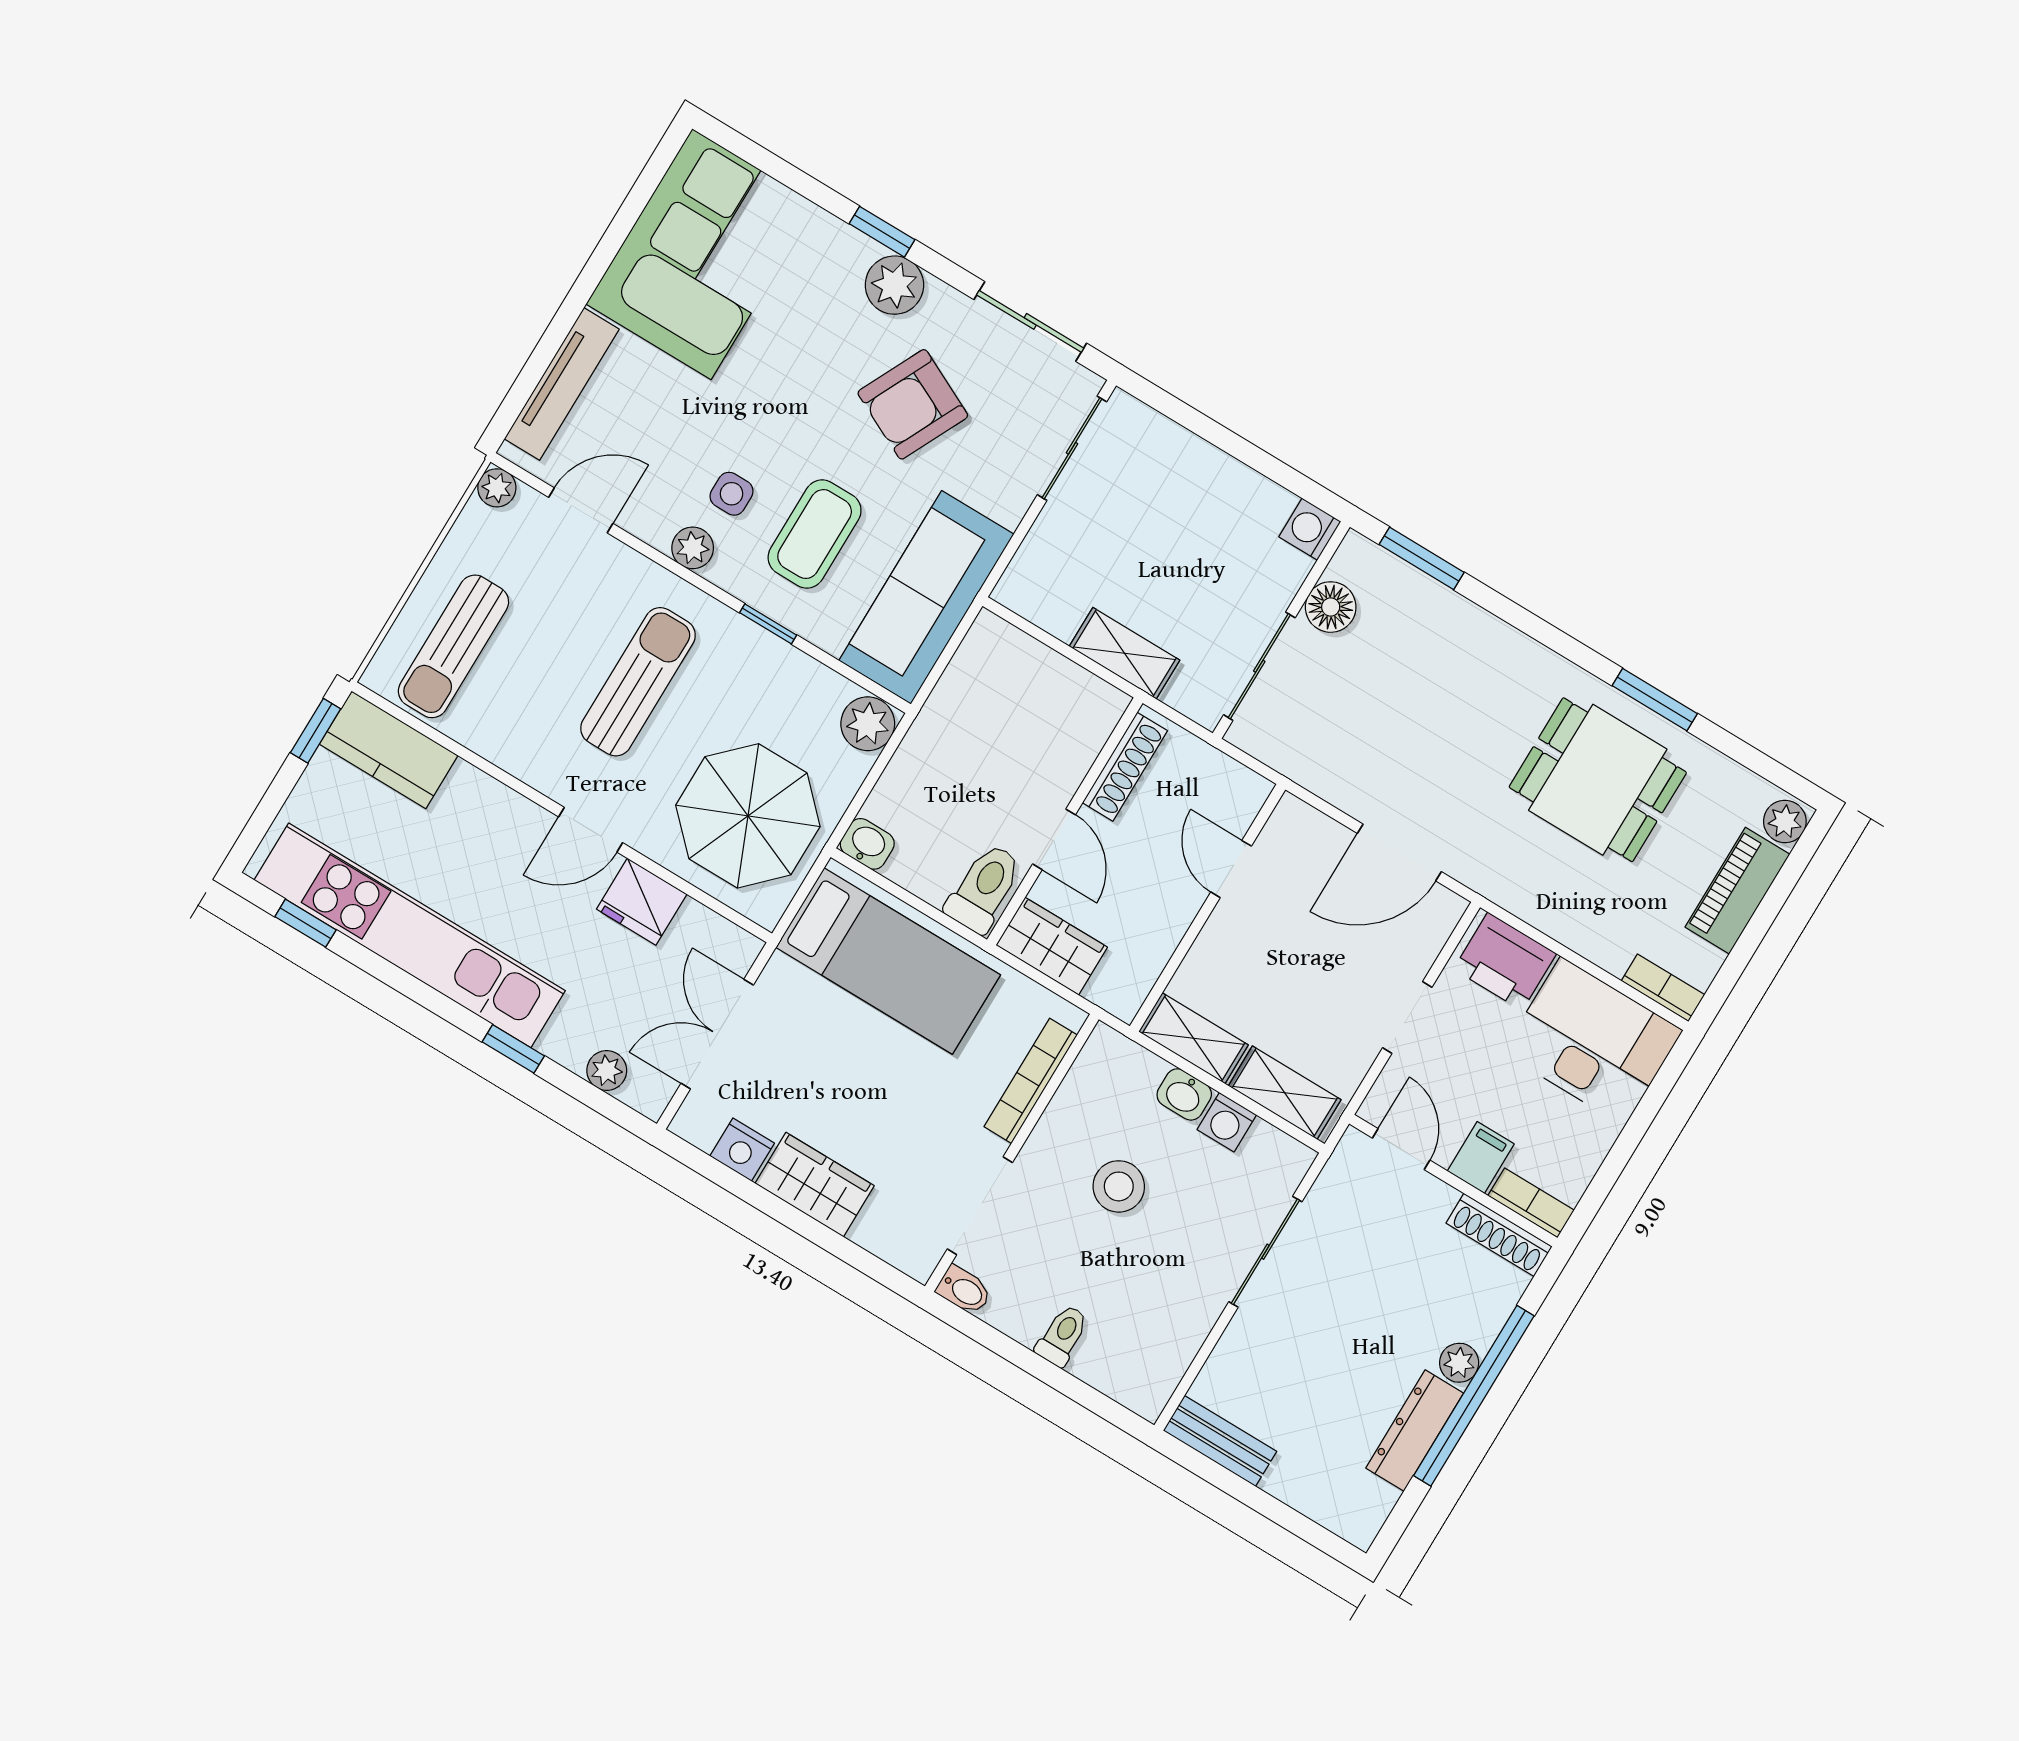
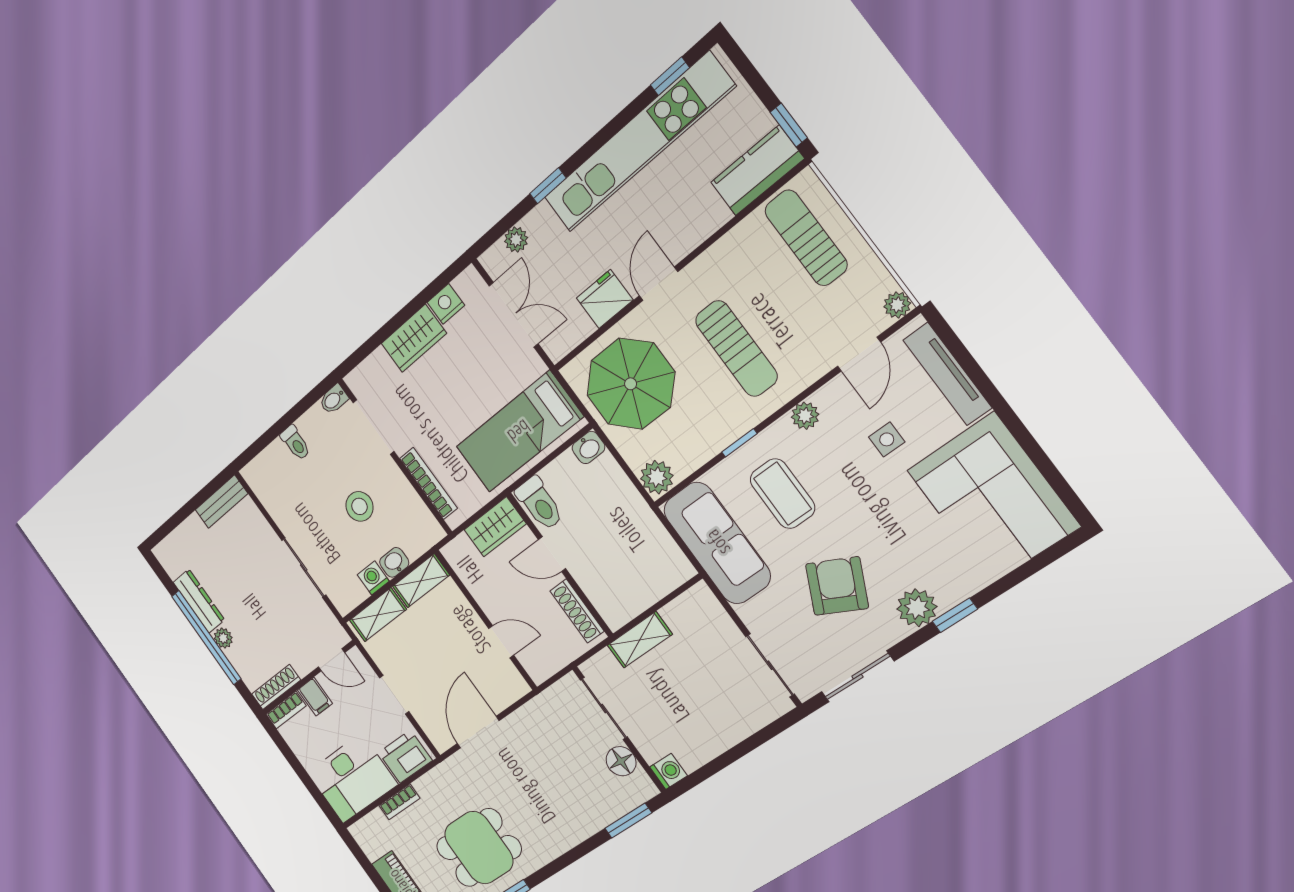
side table: (732, 494) -> (887, 439), moved
bookcase: (1663, 988) -> (399, 802), moved

